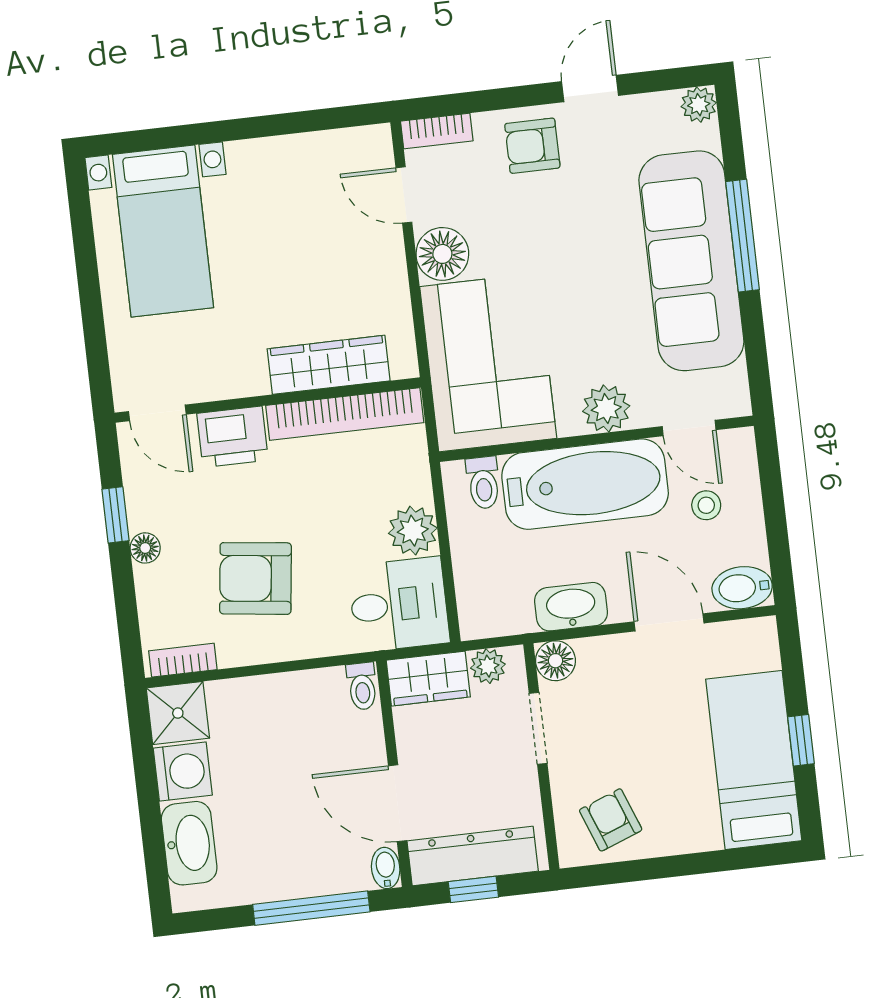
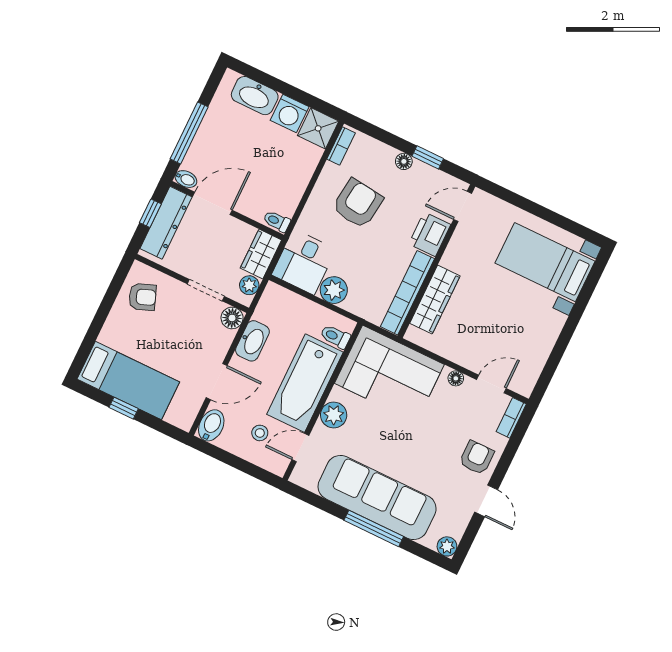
floor lamp: (442, 254) -> (456, 378), width x0.53, depth x0.53

